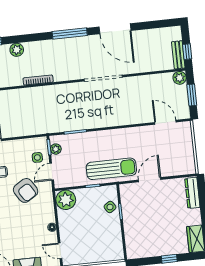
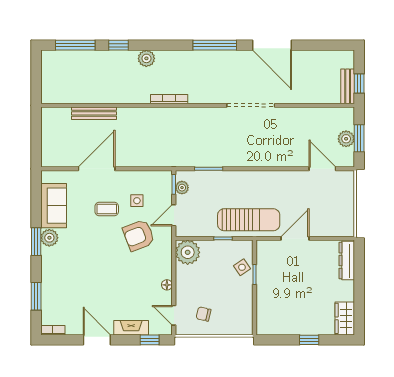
plant: (180, 78) -> (346, 139), moved
side table: (37, 157) -> (137, 201), moved
armchair: (26, 190) -> (139, 235), turned 101
chair: (84, 247) -> (204, 314), added

